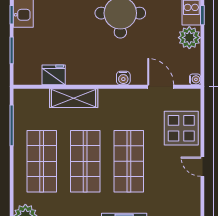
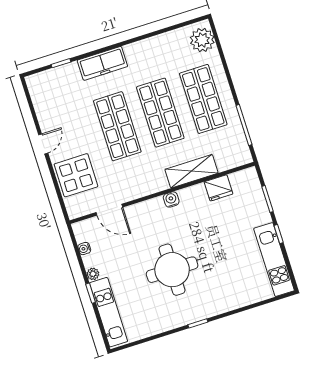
plant: (189, 38) -> (93, 274), width x0.53, depth x0.53
water cooler: (123, 78) -> (171, 199), moved
water cooler: (195, 79) -> (84, 249), moved
door: (202, 167) -> (43, 144), hinge flipped

